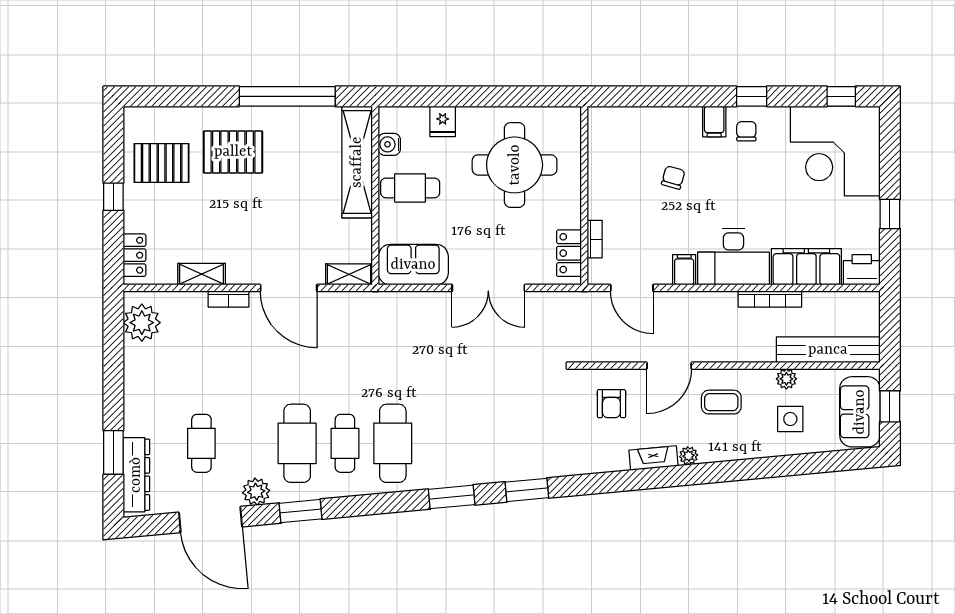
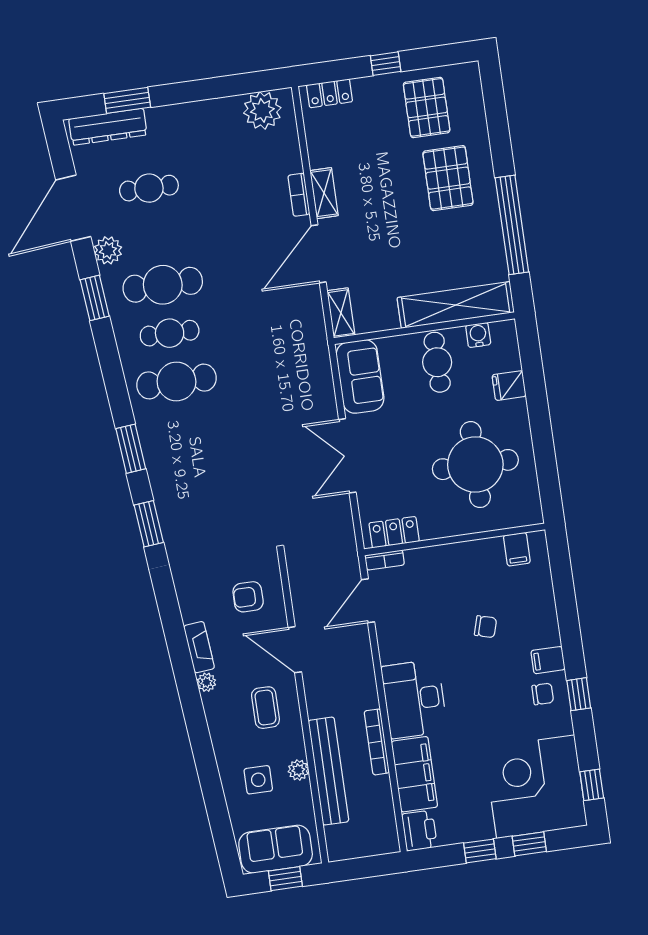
window: (890, 165) -> (529, 844), added
bookcase: (595, 239) -> (385, 560), moved
filing cabinet: (684, 270) -> (517, 549), moved, turned 90
shelving: (202, 274) -> (324, 193), moved
bench: (828, 350) -> (328, 771), moved

